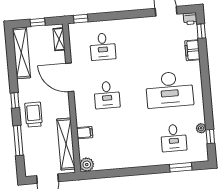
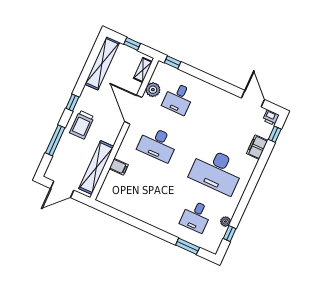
desk: (107, 95) -> (158, 144), width x1.37
trolley: (34, 115) -> (82, 125), turned 180
plant: (87, 165) -> (153, 90), moved

